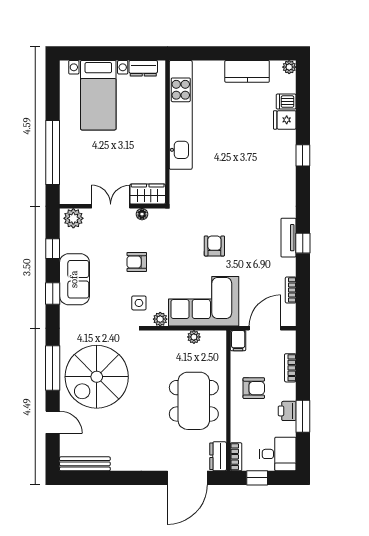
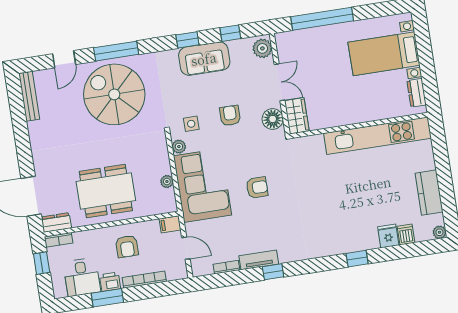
floor lamp: (142, 214) -> (273, 119), width x1.89, depth x1.89
tv unit: (288, 238) -> (259, 260), moved
door: (265, 328) -> (186, 248), width x0.73
bookcase: (290, 368) -> (144, 280), width x1.56
desk: (278, 454) -> (82, 277), moved

